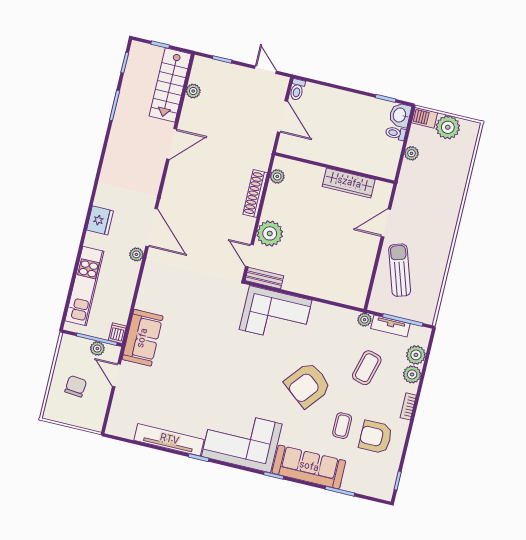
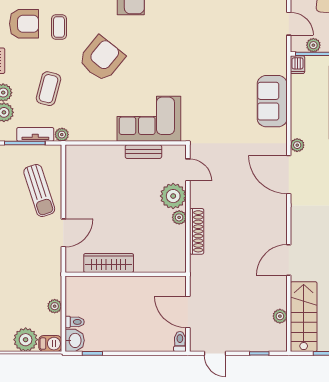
plant: (277, 176) -> (179, 217), moved
bench: (264, 278) -> (143, 152), moved
sofa: (143, 338) -> (272, 101), moved

